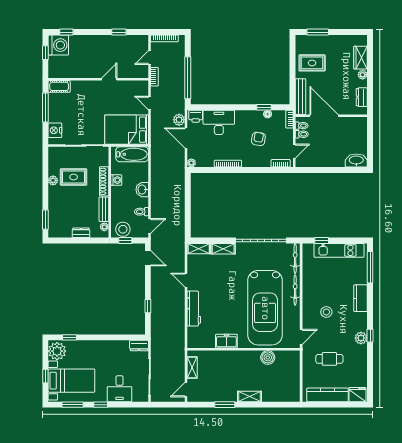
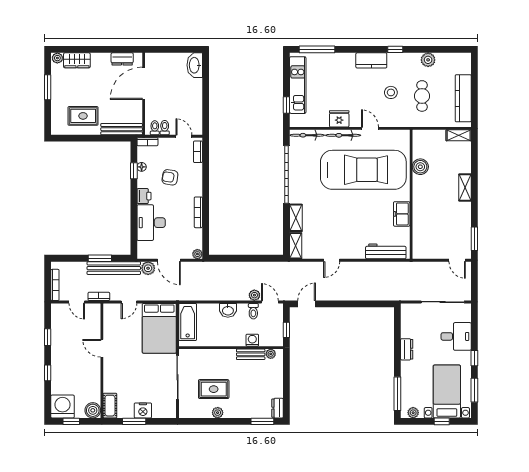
window: (66, 32) -> (48, 373), moved
window: (318, 32) -> (48, 87), moved
rug: (312, 63) -> (83, 116), turned 90
boiler: (55, 71) -> (93, 410), added
plant: (363, 75) -> (57, 58), moved
window: (188, 78) -> (100, 258), width x0.47
bench: (179, 90) -> (114, 268), added
window: (45, 108) -> (134, 421), width x0.69
printer: (196, 116) -> (144, 196), moved
door: (324, 116) -> (144, 83), moved
nightstand: (55, 130) -> (143, 410), moved
door: (186, 138) -> (169, 260), hinge flipped
rug: (74, 177) -> (214, 389), turned 90
washing machine: (116, 180) -> (252, 340), moved
shoe rack: (104, 181) -> (219, 354), removed
plant: (156, 213) -> (254, 295), added
stool: (123, 229) -> (274, 333), removed
dresser: (81, 233) -> (278, 408), moved
kitchen counter: (360, 298) -> (371, 60), moved
window: (148, 306) -> (362, 304), removed
workbench: (194, 309) -> (386, 251), moved
stool: (326, 312) -> (391, 92), moved
window: (69, 337) -> (397, 394), width x2.17
door: (301, 337) -> (370, 128), moved
plant: (361, 338) -> (428, 60), moved
dresser: (139, 346) -> (407, 349), moved
plant: (57, 351) -> (413, 413), width x0.53, depth x0.53
shelving: (192, 368) -> (459, 135), moved
fridge: (357, 395) -> (339, 119), moved, turned 90
window: (225, 405) -> (474, 239), moved

